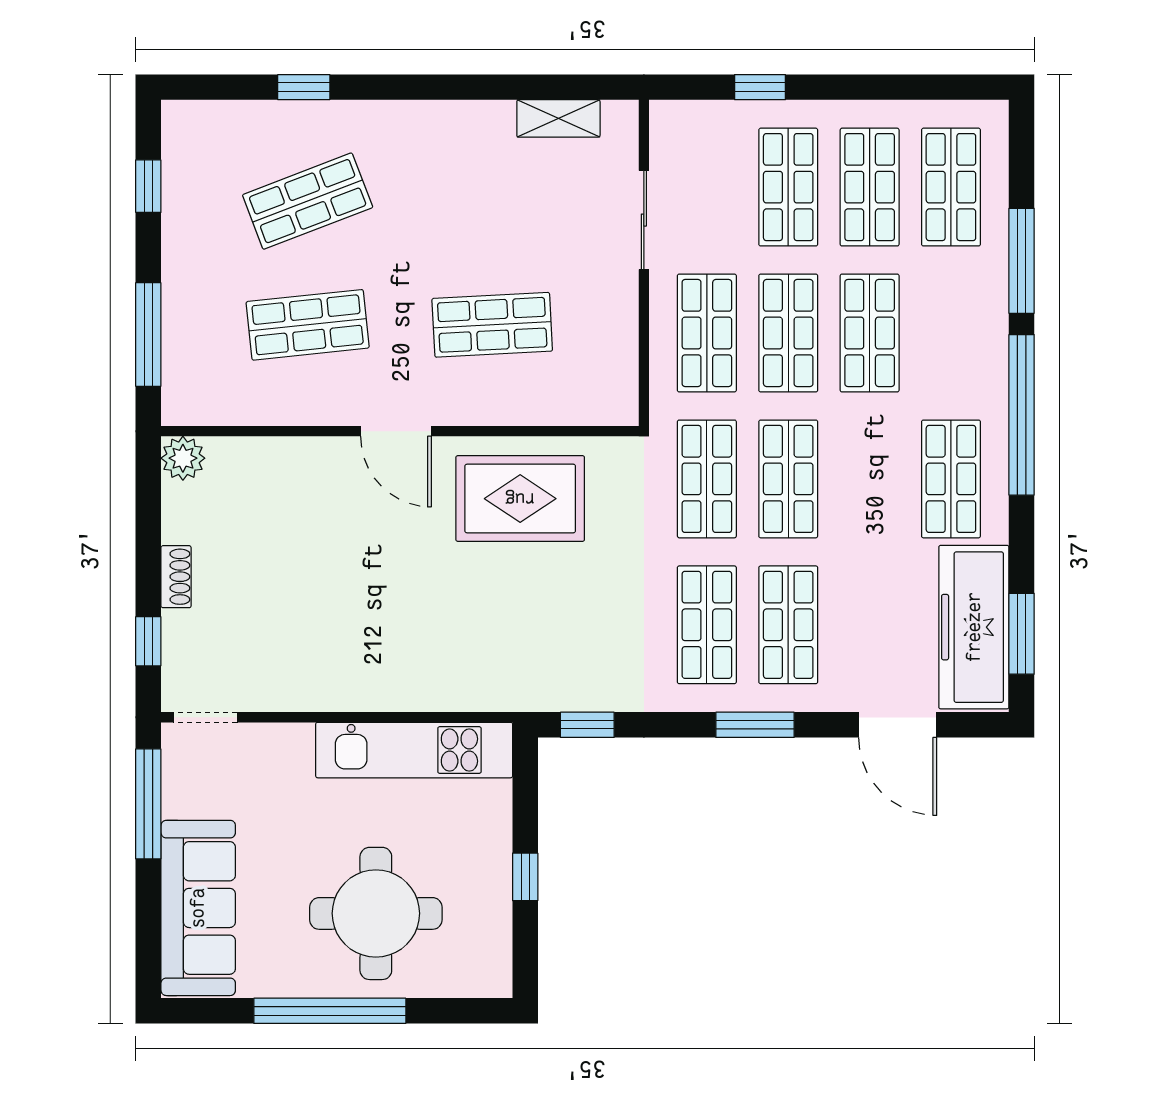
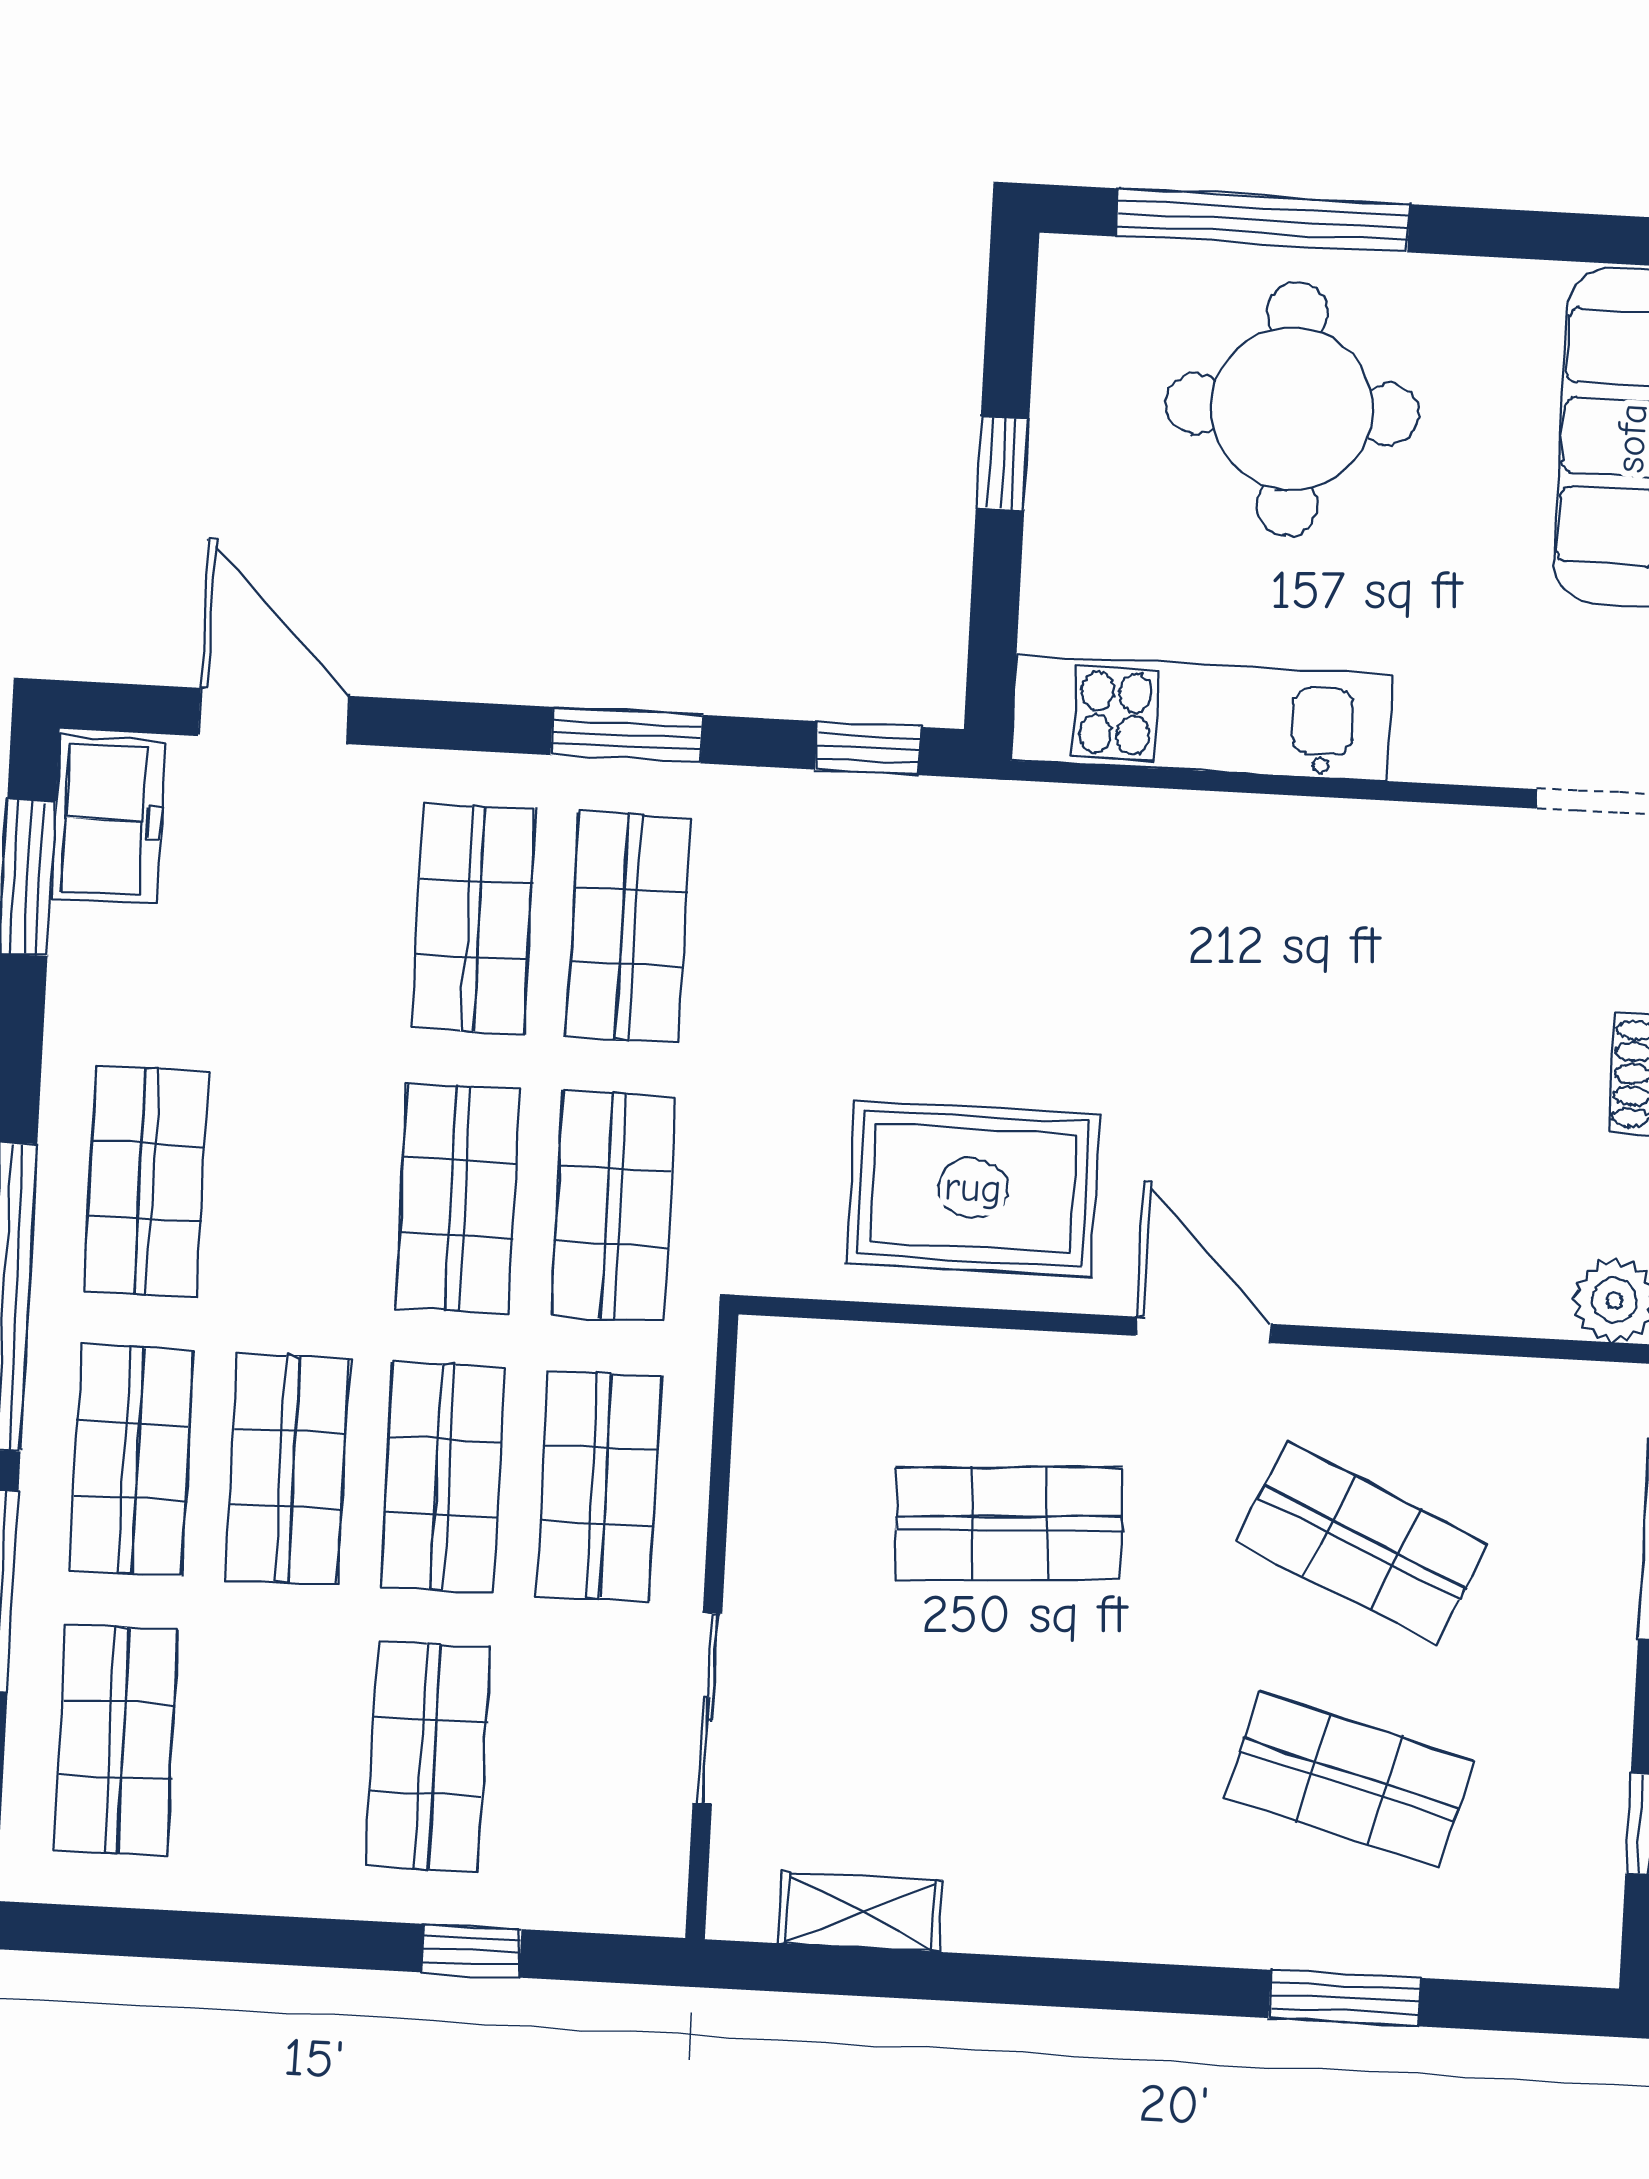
window: (304, 87) -> (1345, 1998), width x1.50
shop shelf: (870, 187) -> (131, 1460), moved
shop shelf: (308, 201) -> (1349, 1780), turned 36
shop shelf: (308, 325) -> (1362, 1543), turned 30
freezer: (974, 627) -> (108, 820), width x0.52, depth x0.79
window: (755, 725) -> (627, 735), moved
window: (330, 1011) -> (1263, 220), moved

